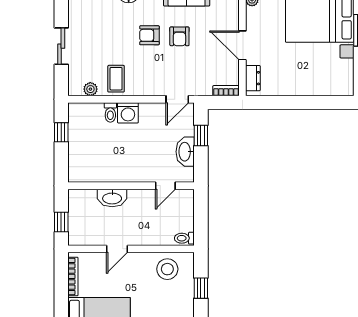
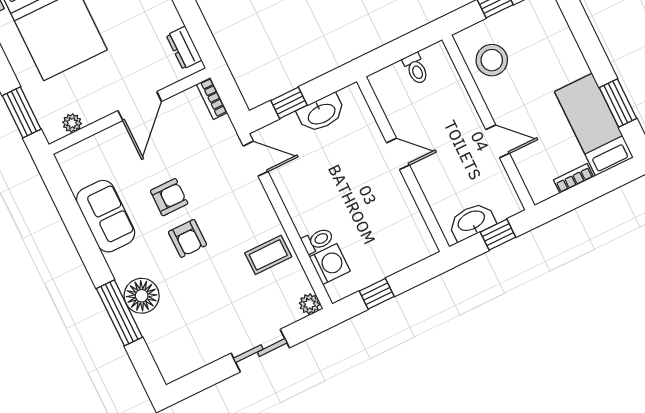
dresser: (253, 78) -> (184, 48), moved, turned -90
plant: (90, 89) -> (309, 304), moved
washing machine: (128, 113) -> (330, 264), moved
door: (165, 186) -> (398, 154), moved
washbasin: (112, 198) -> (472, 221), moved, turned -90
toilet: (184, 238) -> (416, 69), moved
bookcase: (73, 276) -> (574, 178), width x0.64

